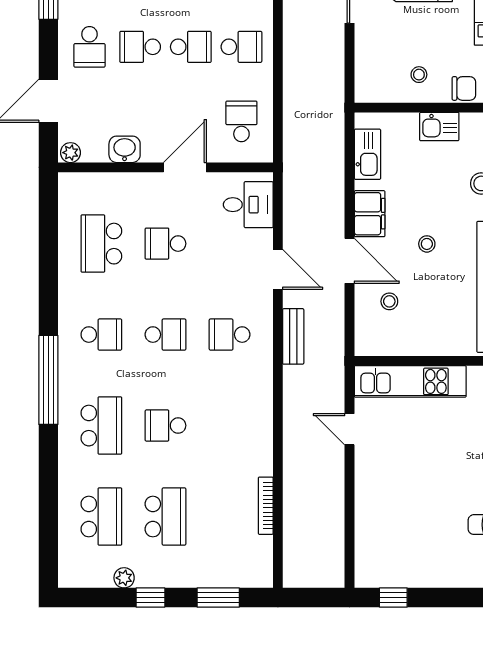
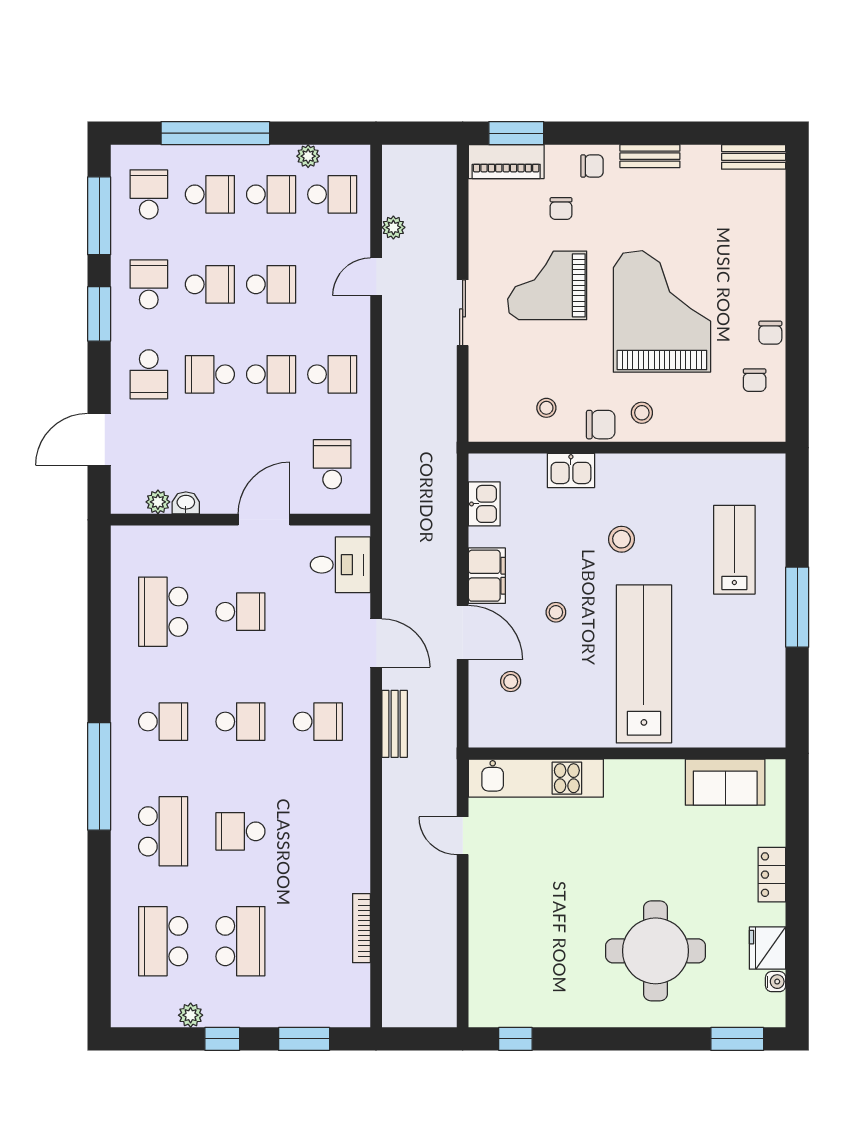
washbasin: (125, 149) -> (186, 503), width x0.72, depth x0.69
plant: (70, 153) -> (158, 502), moved
kitchen sink: (367, 154) -> (484, 504), width x0.73
school desk: (165, 244) -> (240, 612), turned 180
school desk: (230, 335) -> (318, 722), turned 180
school desk: (101, 517) -> (163, 941), turned 180

